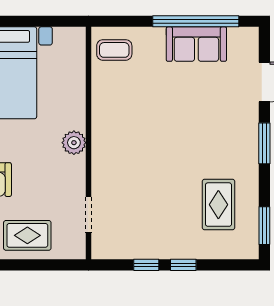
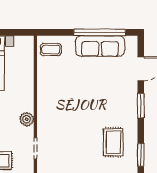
sofa: (196, 44) -> (100, 46), width x1.36
plant: (74, 143) -> (27, 119), moved

